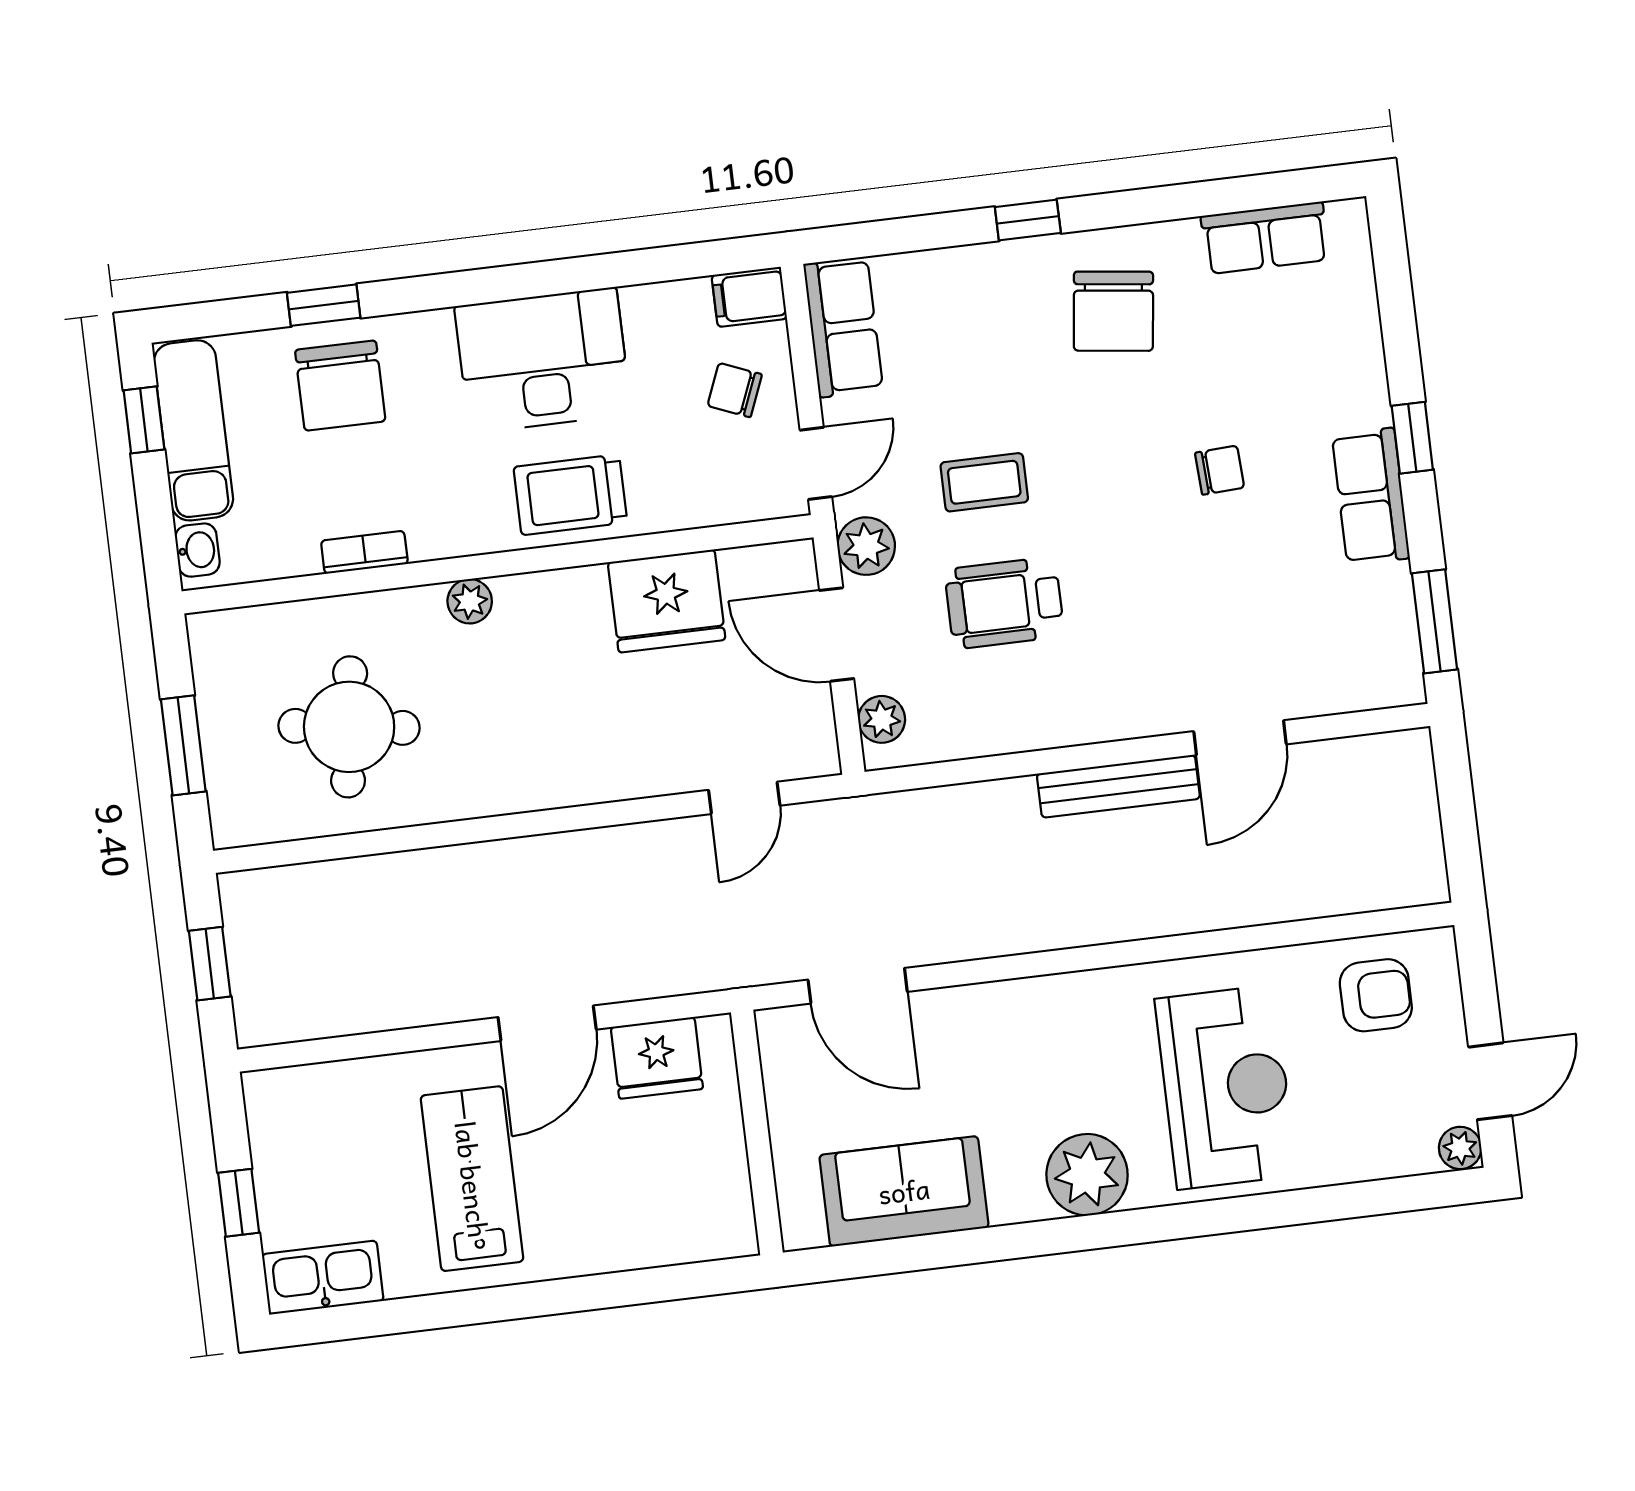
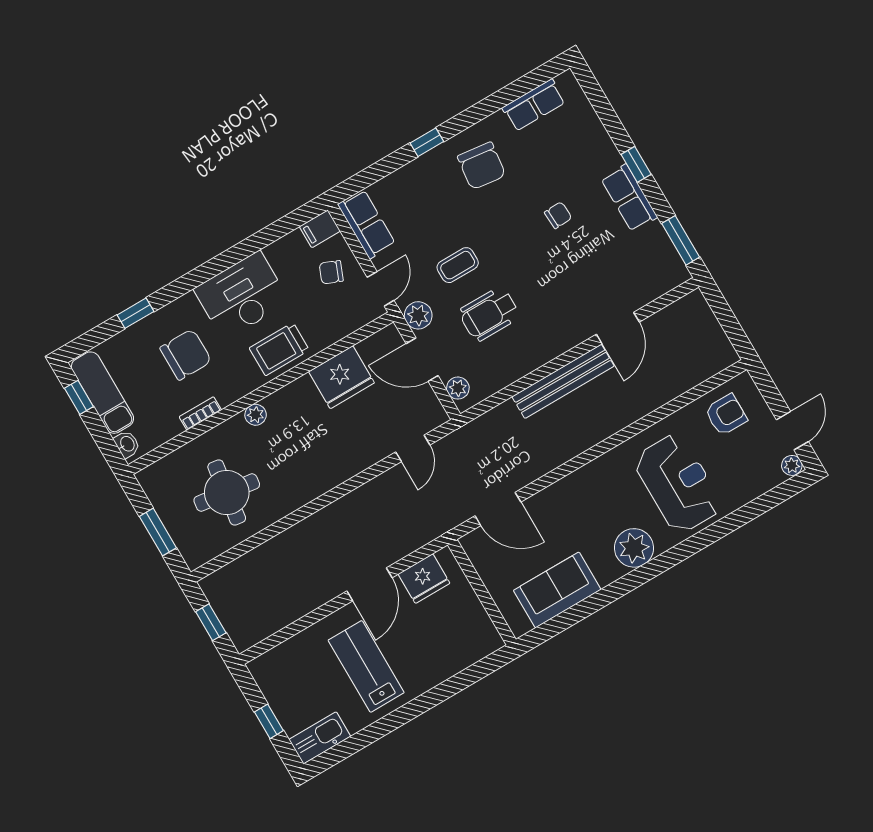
chair: (340, 386) -> (186, 355), moved, turned -90
bench: (1118, 786) -> (563, 381), width x1.37, depth x1.21

